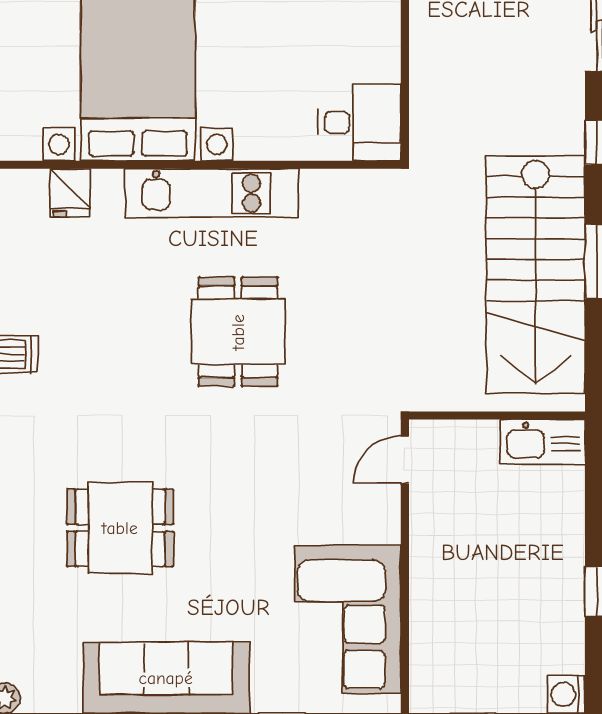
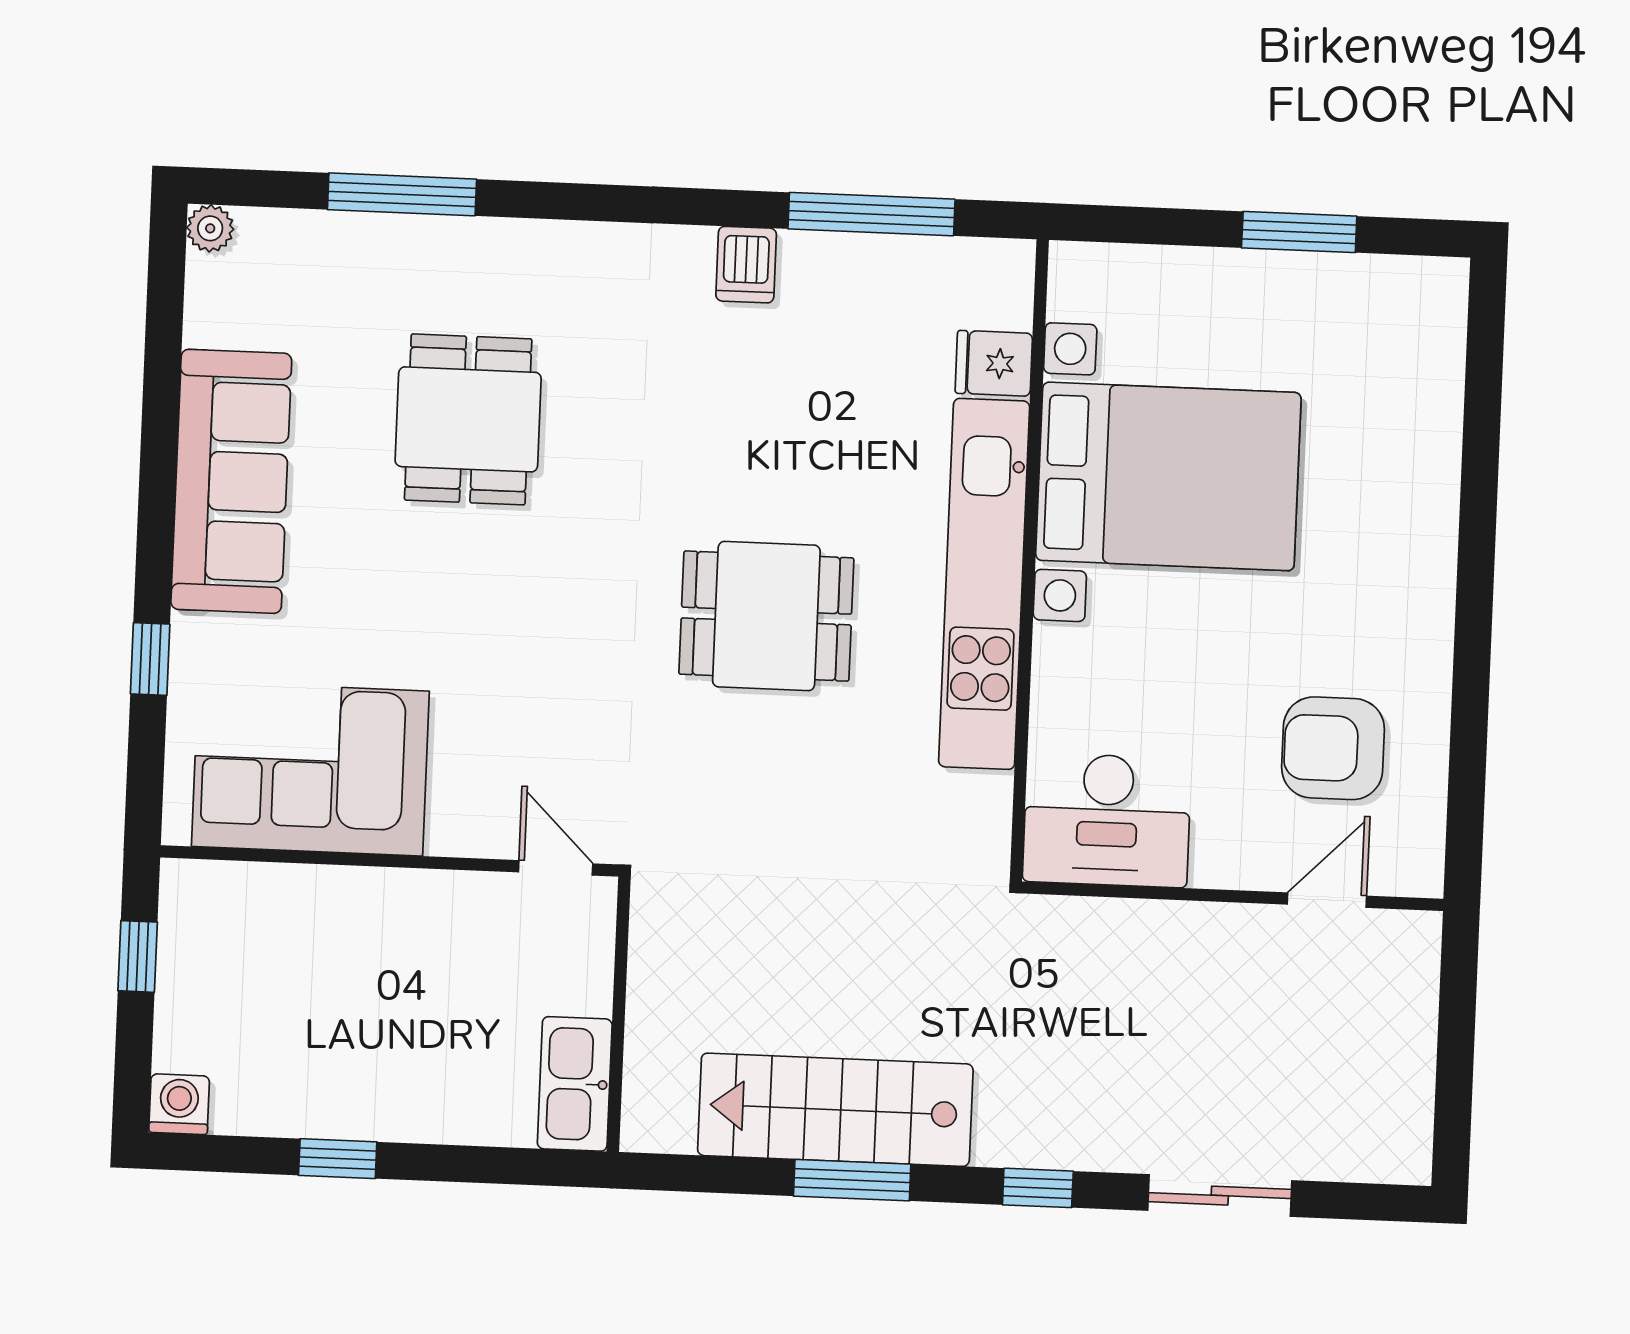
desk: (359, 122) -> (1107, 820), width x1.37
kitchen unit: (212, 193) -> (984, 584), width x1.36
stairs: (536, 274) -> (835, 1110), width x0.73, depth x0.66

